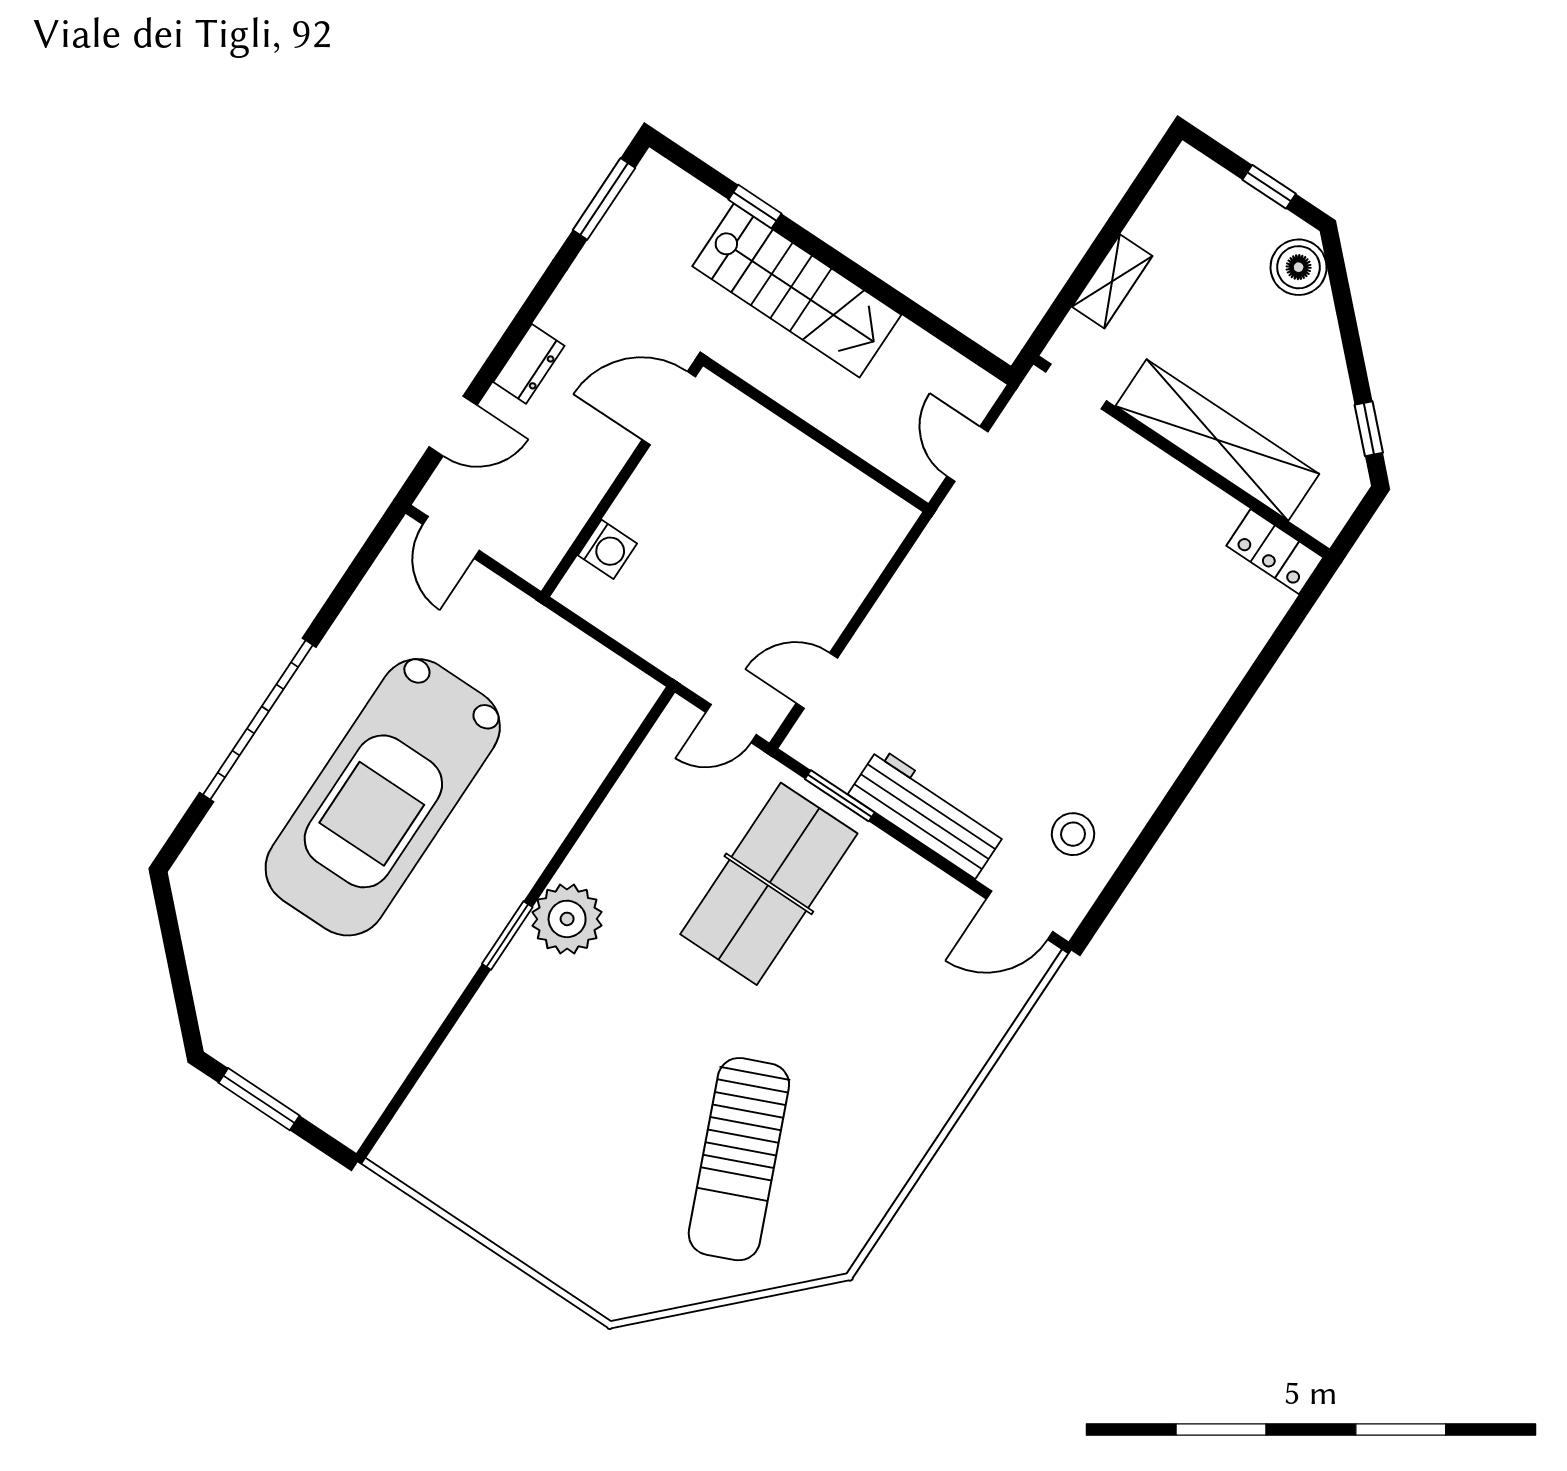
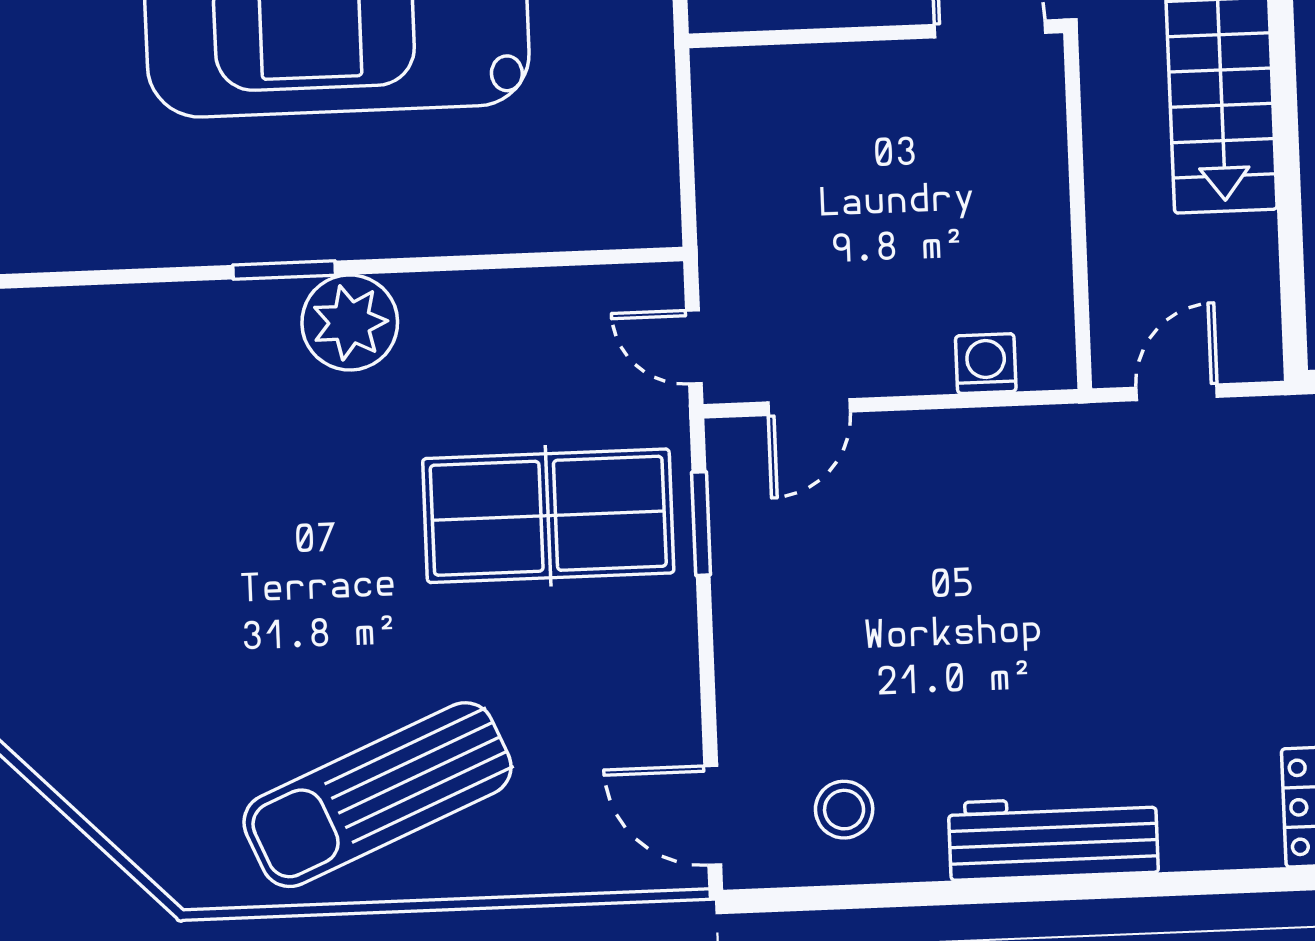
washing machine: (607, 549) -> (986, 364), moved, turned 180
door: (817, 681) -> (809, 407), swing flipped
workbench: (927, 813) -> (1053, 838), moved, turned -90
sun lounger: (739, 1159) -> (377, 795), moved

